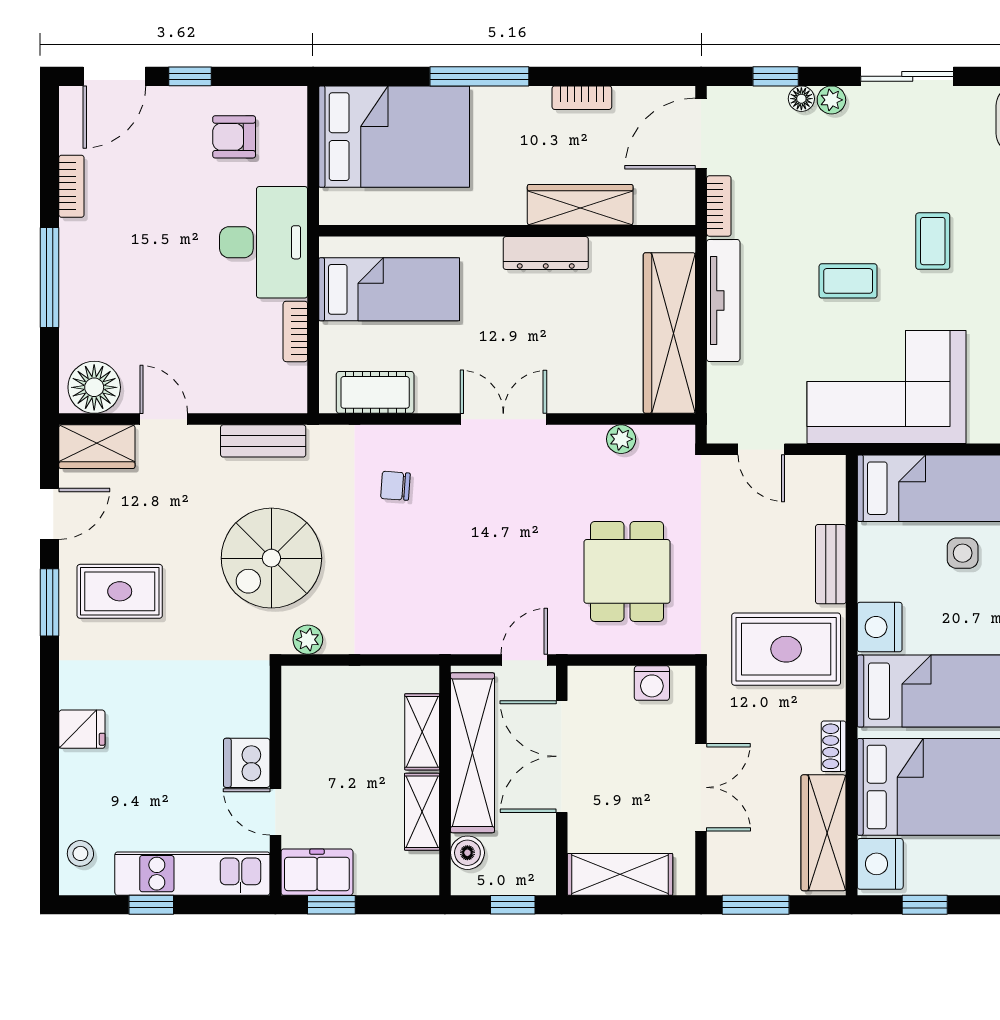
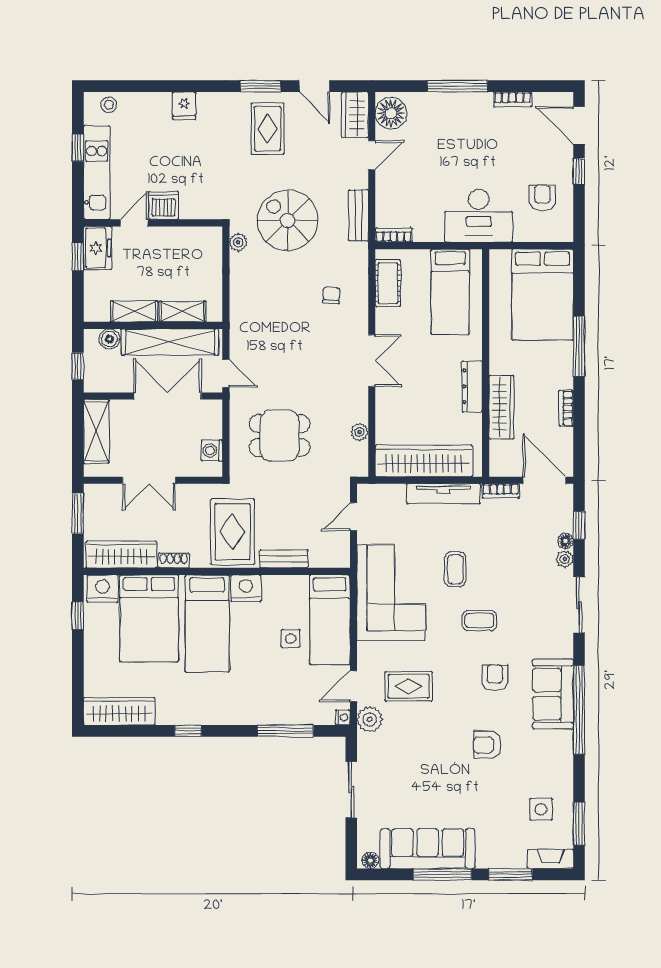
bookcase: (295, 331) -> (394, 235), moved

